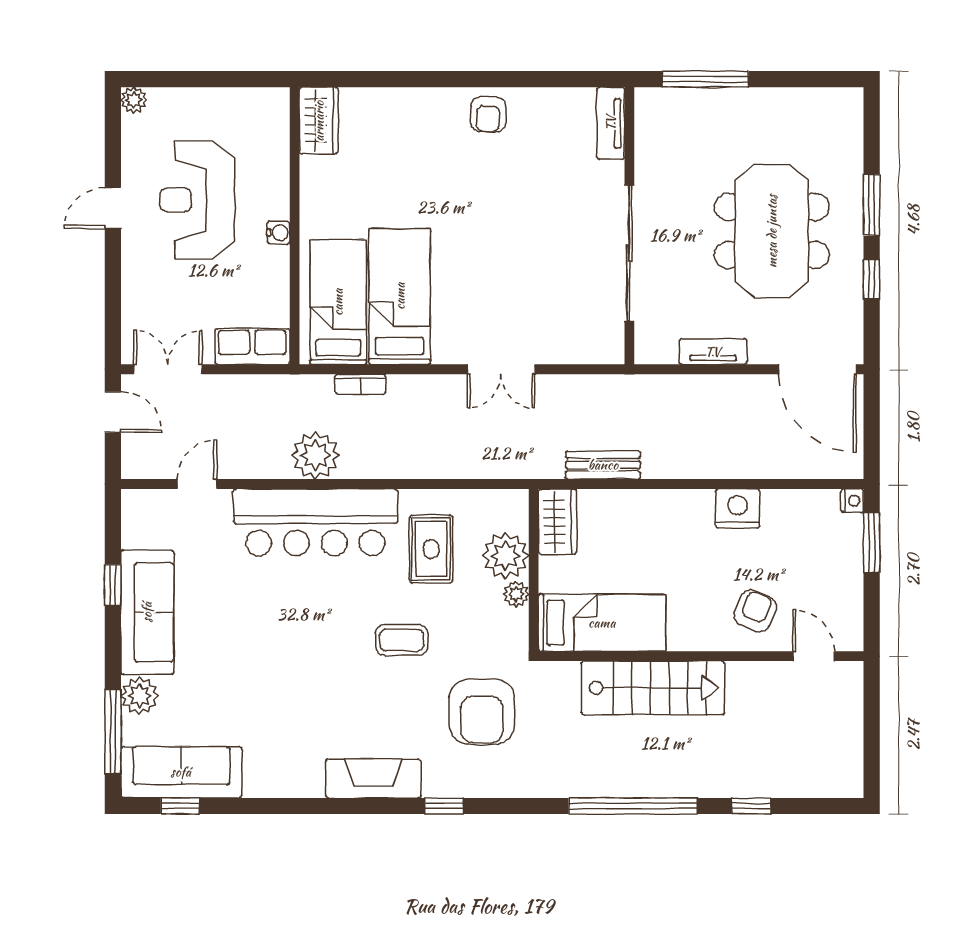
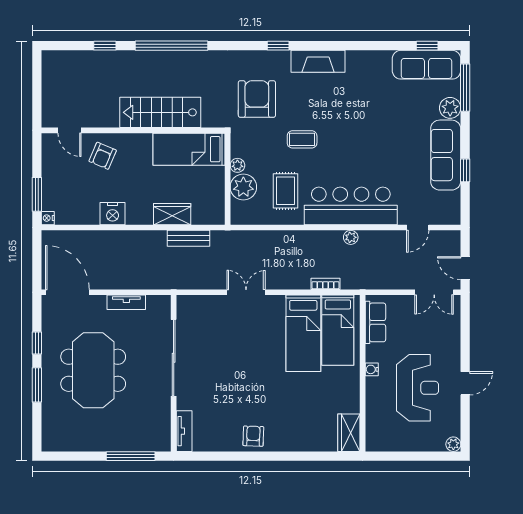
row of seats: (252, 346) -> (375, 322), moved, turned -90
plant: (316, 455) -> (351, 237), width x0.53, depth x0.53
wardrobe: (557, 522) -> (172, 214), moved, turned 90

